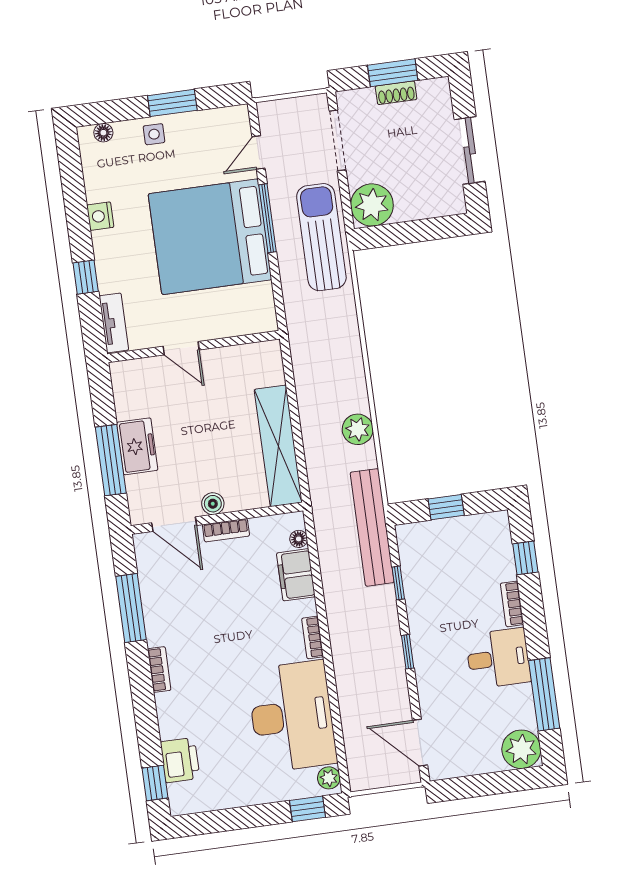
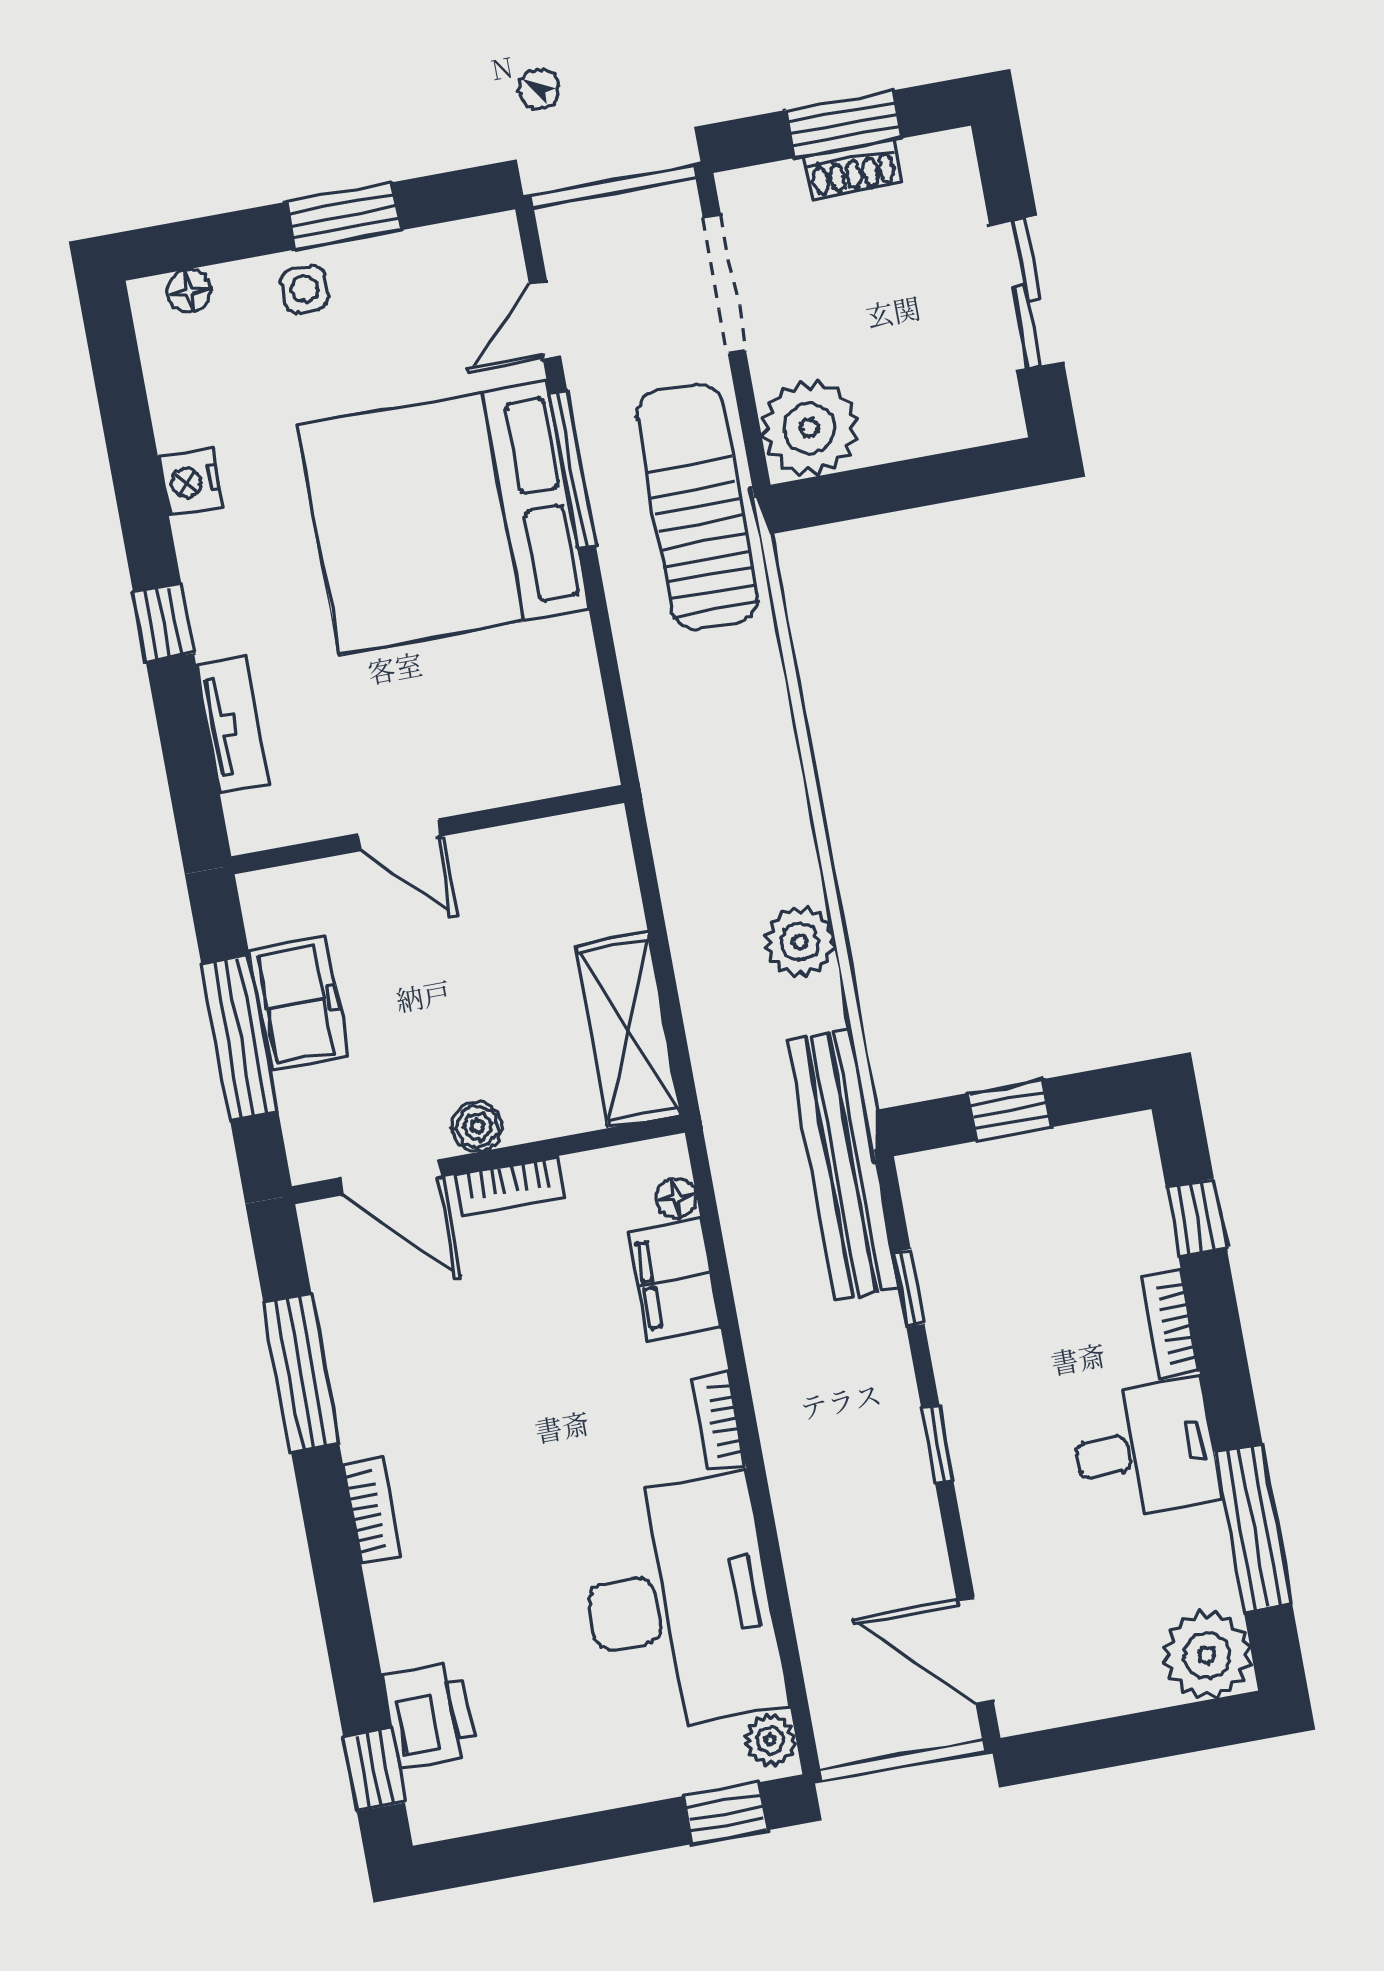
wall: (193, 346) -> (428, 830), moved
door: (181, 348) -> (400, 835), moved
shelving: (278, 446) -> (628, 1030), width x0.68

